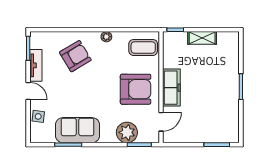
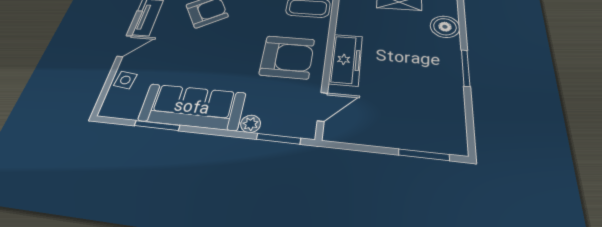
boiler: (230, 56) -> (445, 27), added
door: (28, 91) -> (124, 46), hinge flipped
sofa: (78, 130) -> (192, 107), width x1.36
plant: (127, 132) -> (251, 124), width x0.53, depth x0.53

